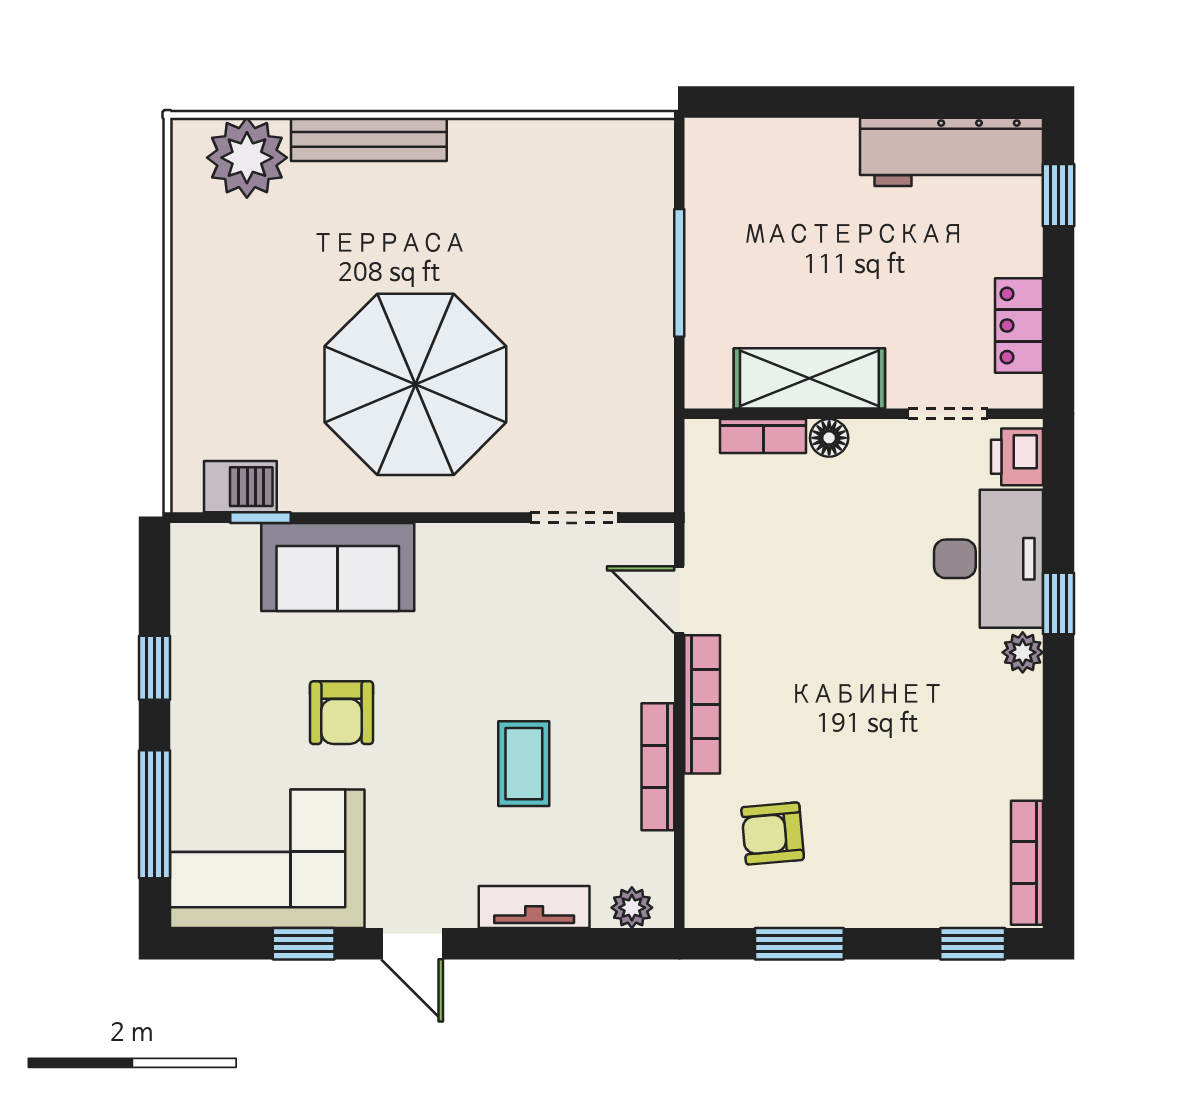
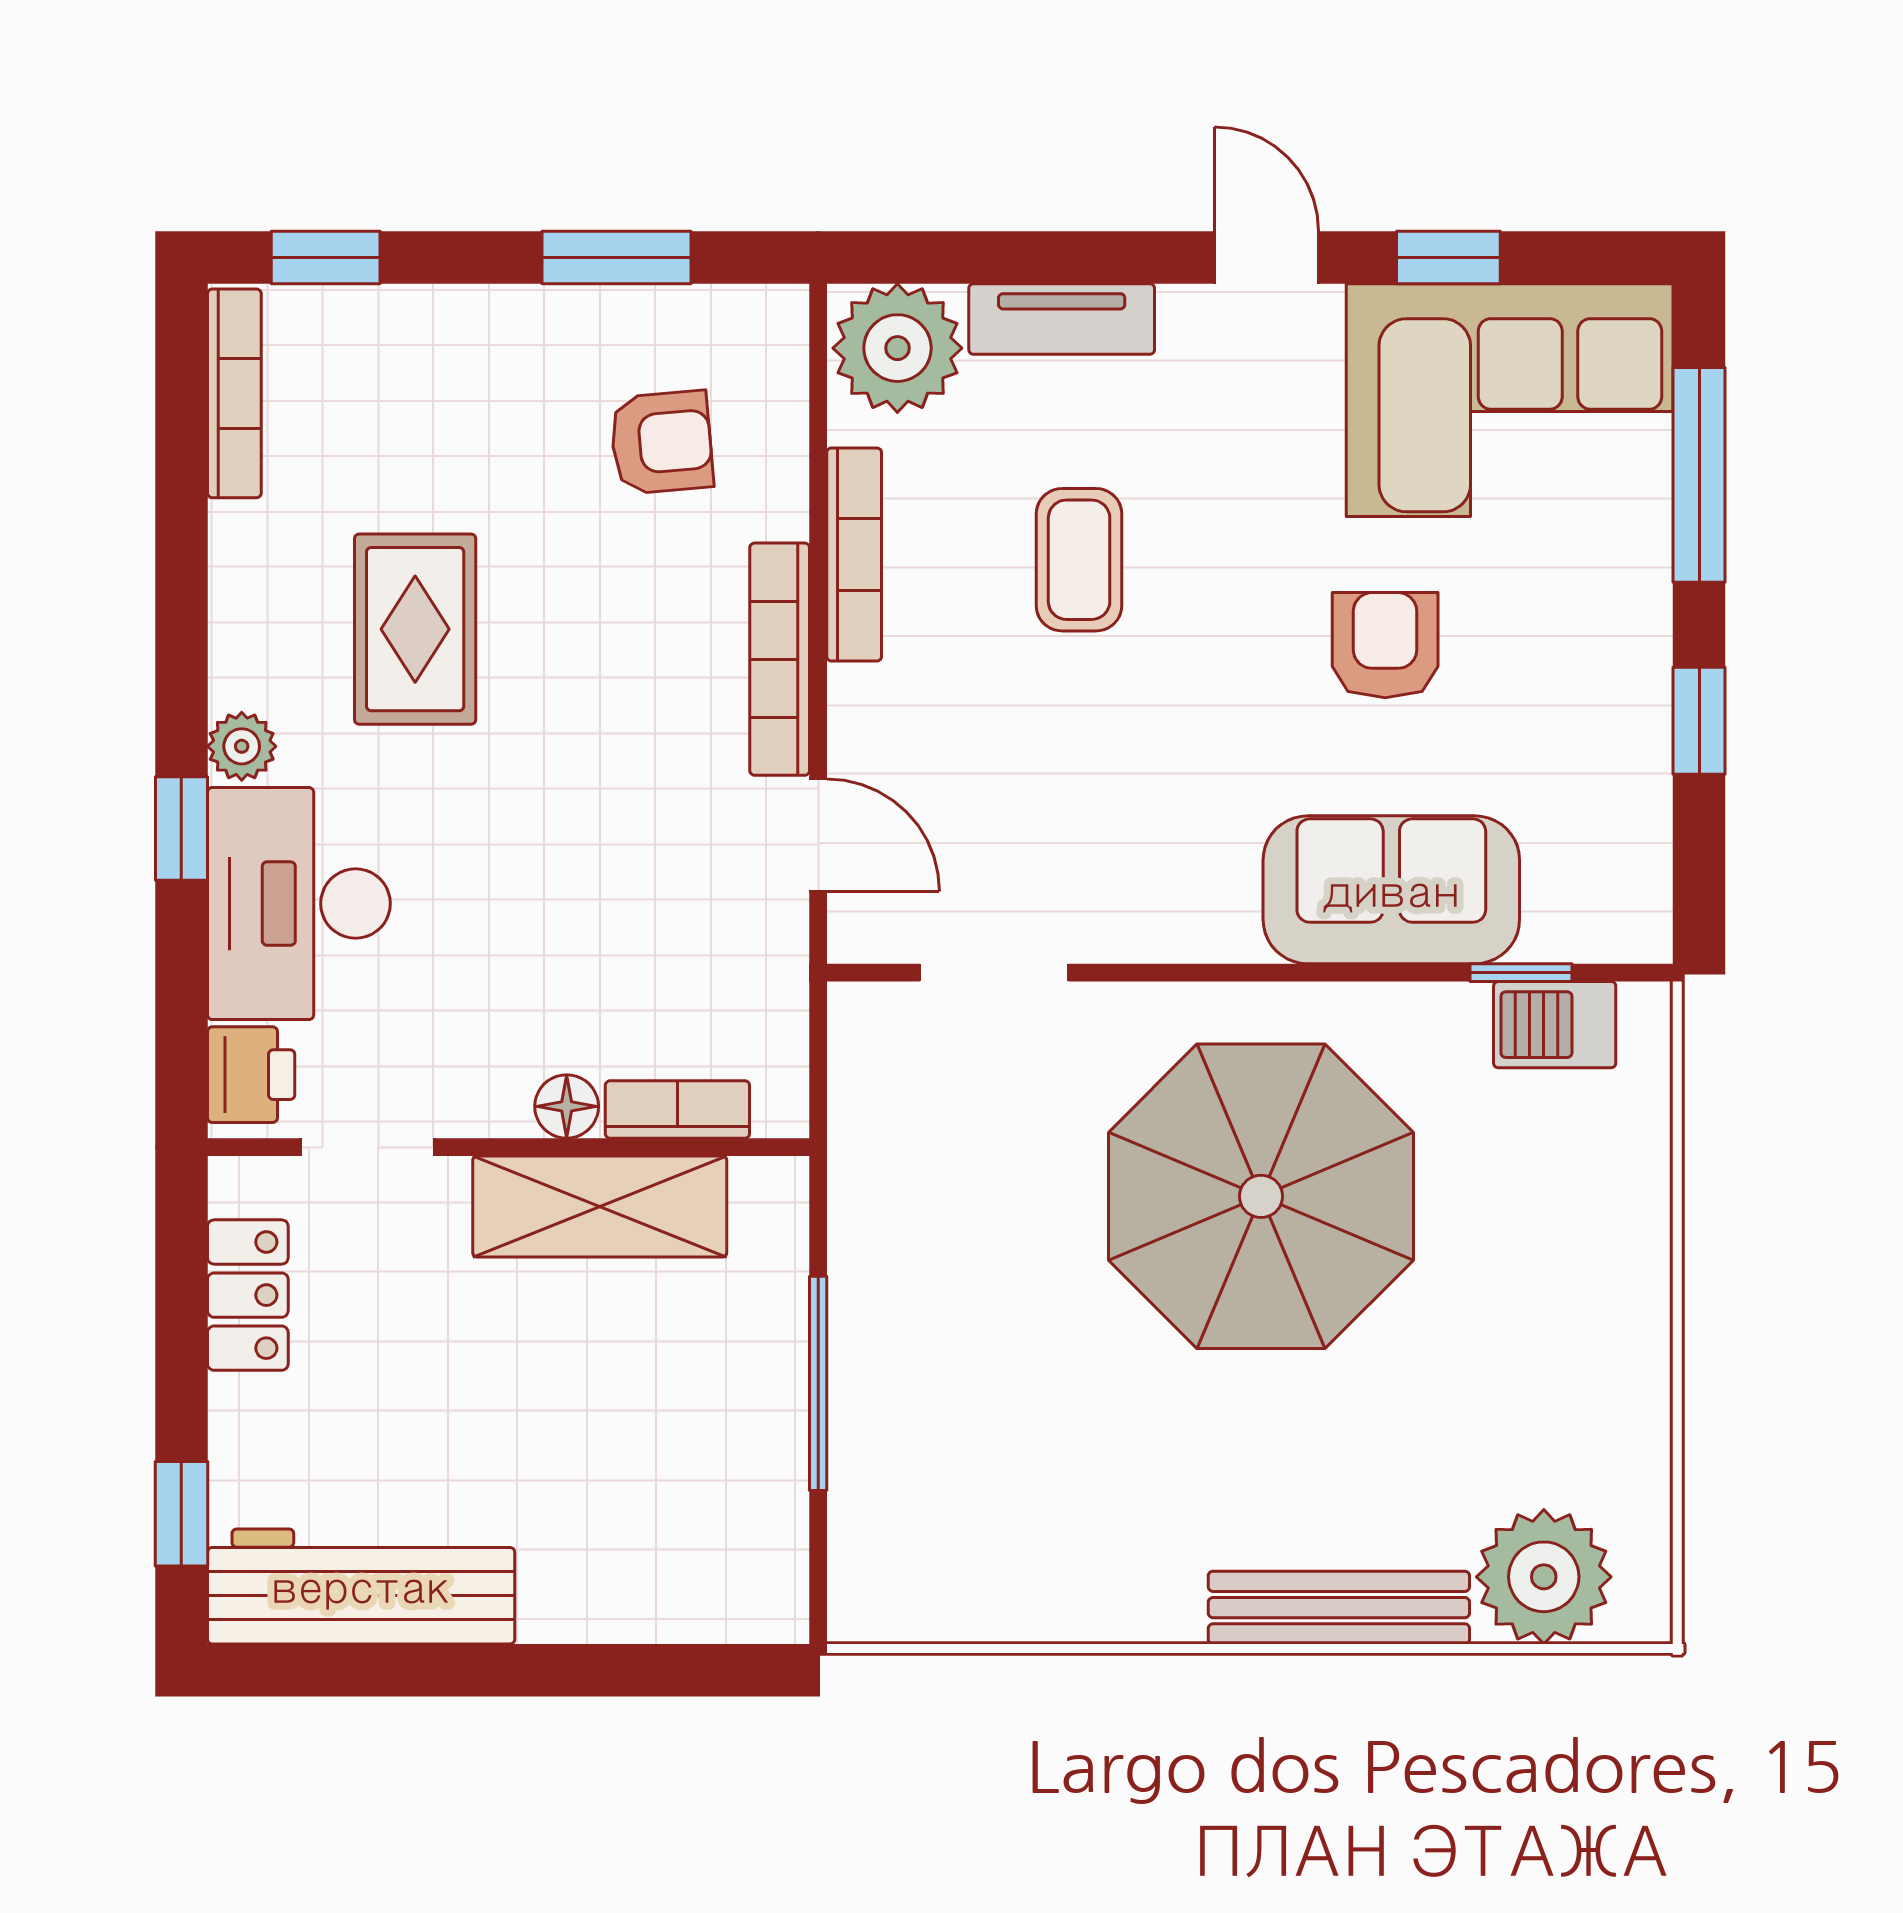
rug: (919, 722) -> (415, 629), added
plant: (632, 908) -> (897, 348), width x1.88, depth x1.88

